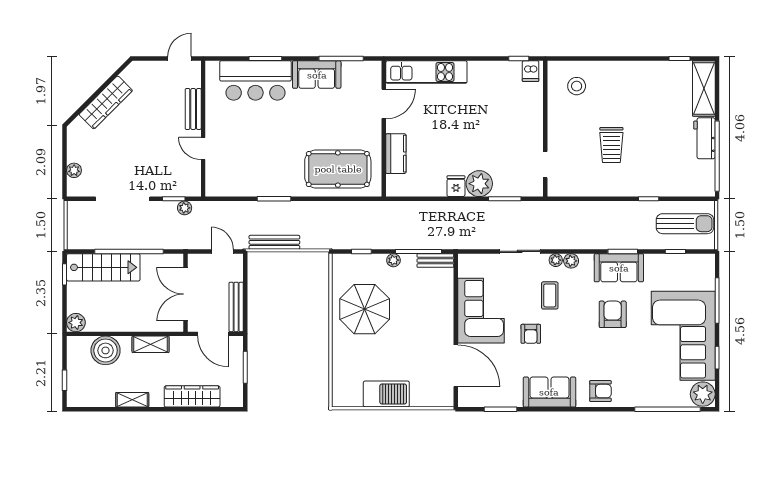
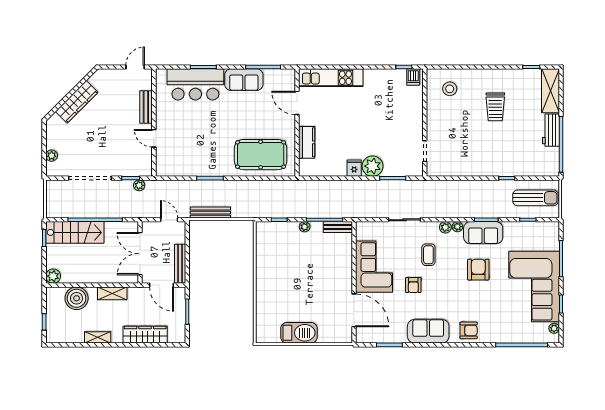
door: (384, 104) -> (297, 103), swing flipped
trolley: (611, 145) -> (495, 107), moved
plant: (556, 260) -> (457, 227), moved
parasol: (365, 309) -> (282, 265), removed
plant: (703, 394) -> (554, 328), width x0.53, depth x0.53

